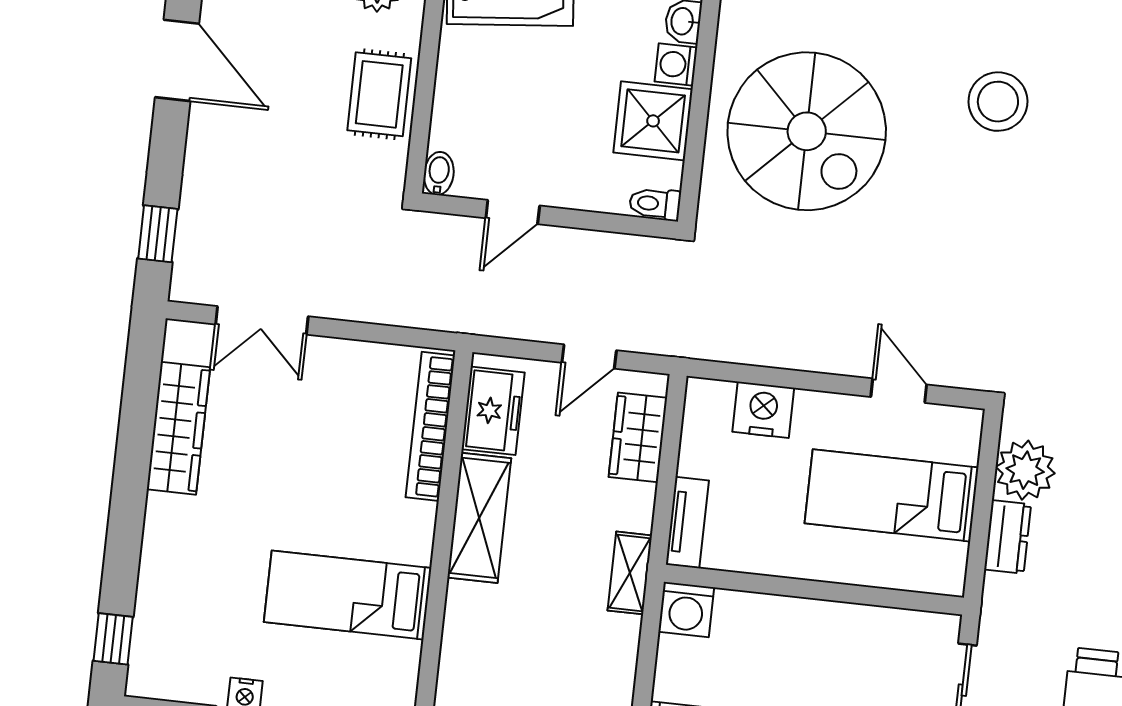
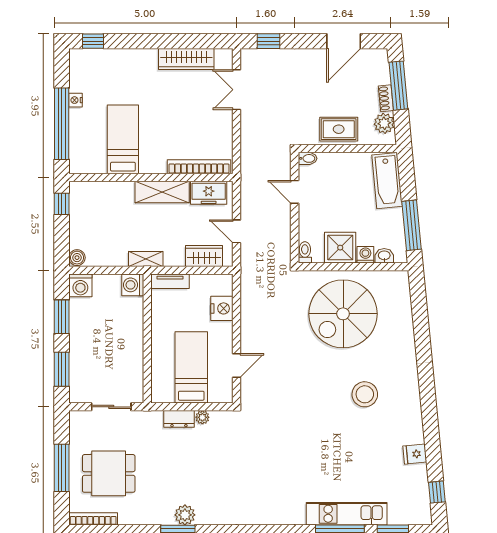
plant: (1025, 470) -> (202, 417), width x0.53, depth x0.53

